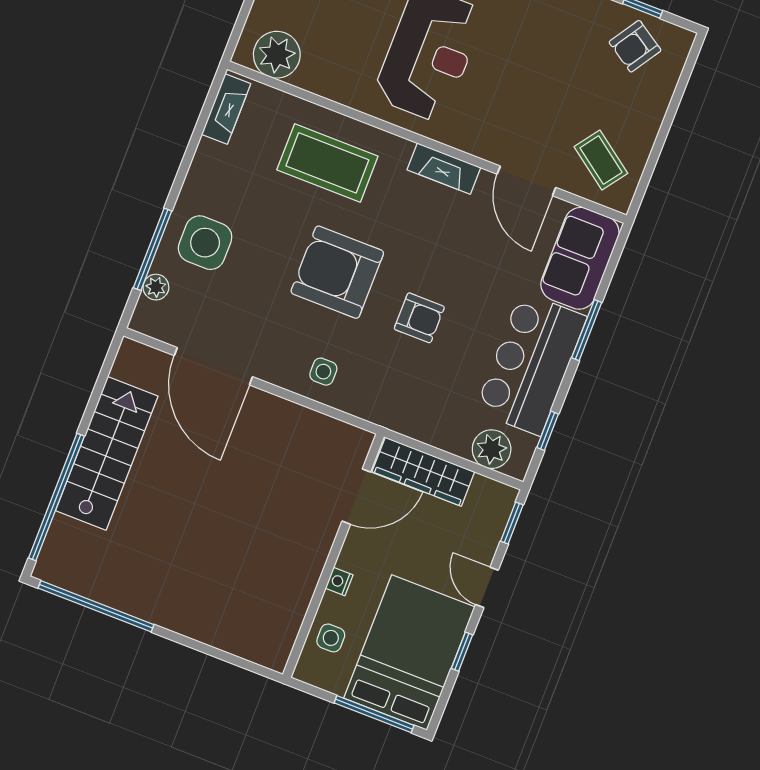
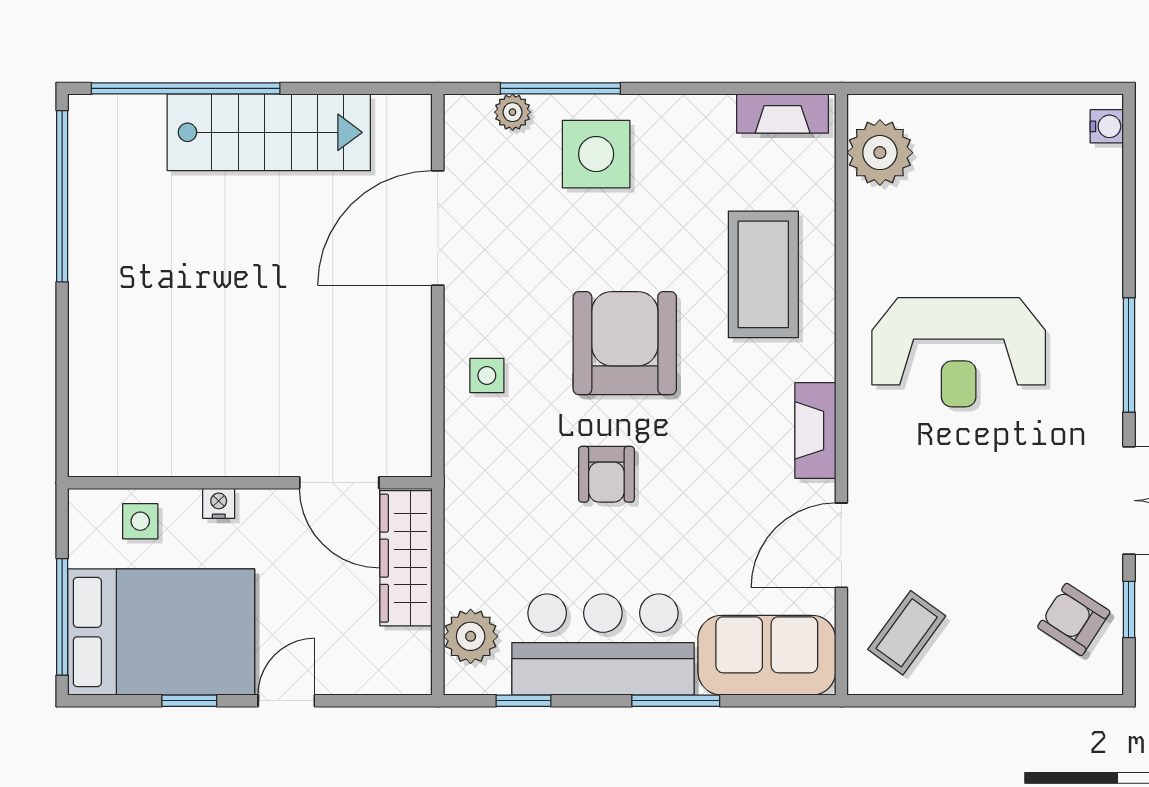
window: (512, 523) -> (384, 701), removed

